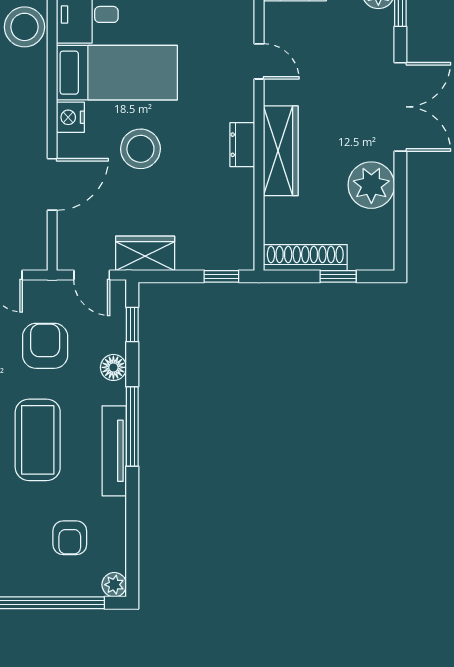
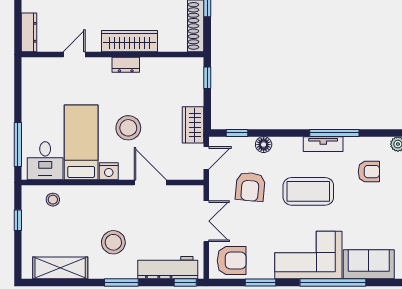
stool: (24, 27) -> (53, 200), width x0.53, depth x0.53
armchair: (45, 346) -> (250, 187), turned -85
window: (132, 427) -> (334, 133), moved
tv unit: (114, 451) -> (323, 144), width x0.71

